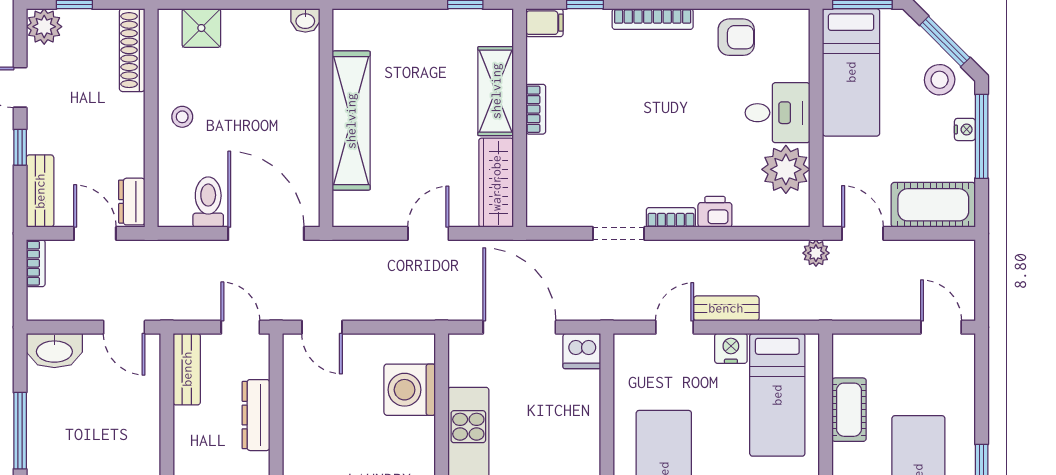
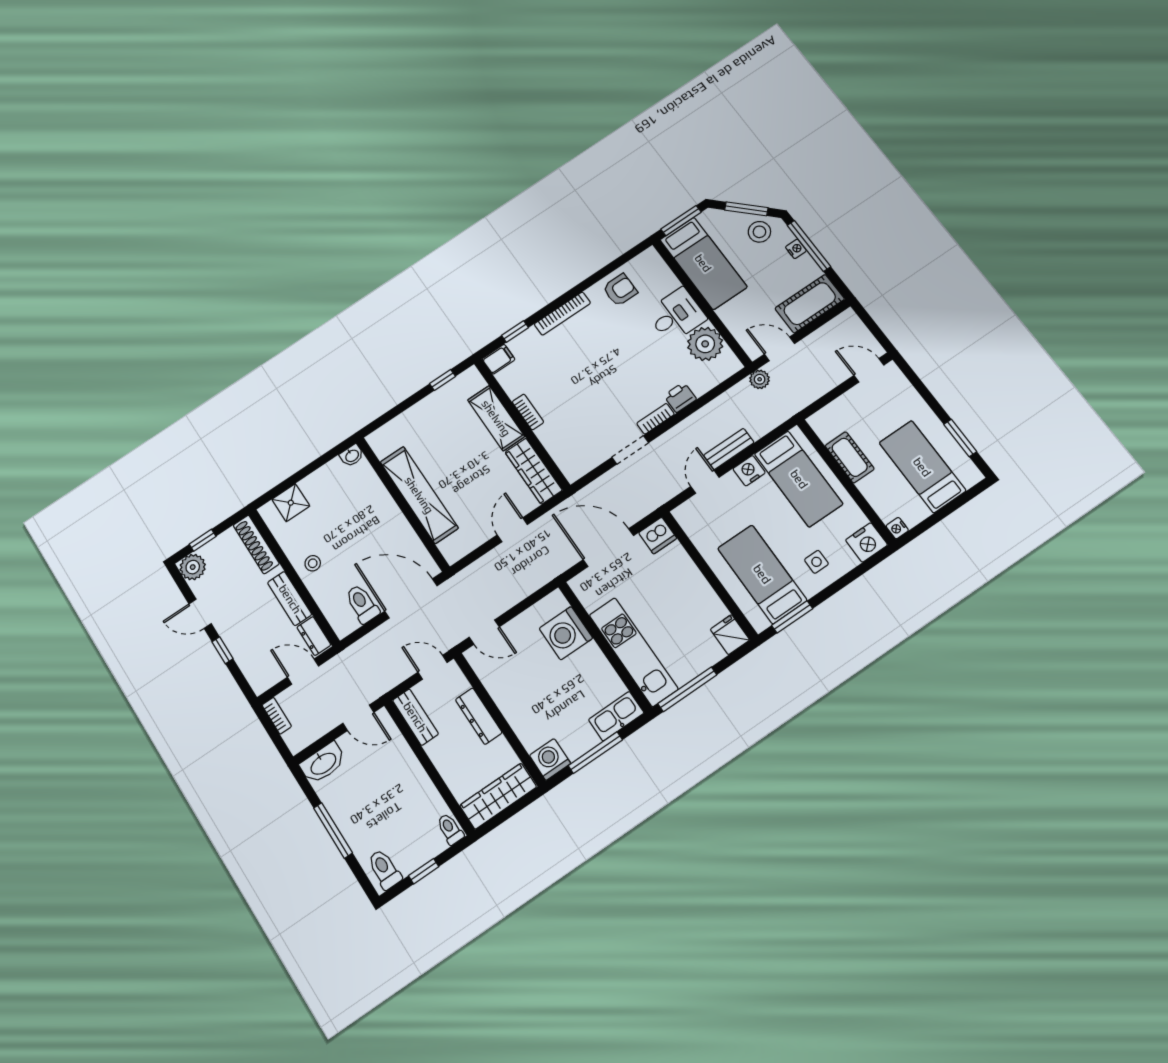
bench: (40, 191) -> (290, 599), moved

